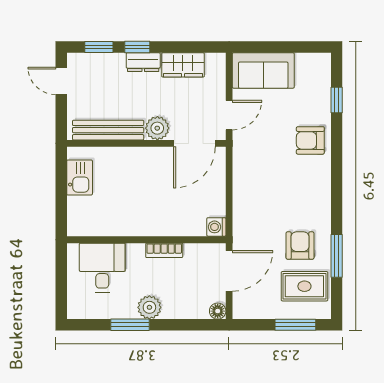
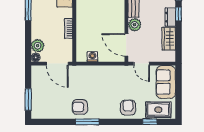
washing machine: (216, 227) -> (92, 57), moved
armchair: (300, 246) -> (80, 107), moved, turned 180
window: (337, 256) -> (87, 122), moved
rug: (304, 286) -> (158, 110), moved, turned 90
plant: (149, 307) -> (38, 46), moved

